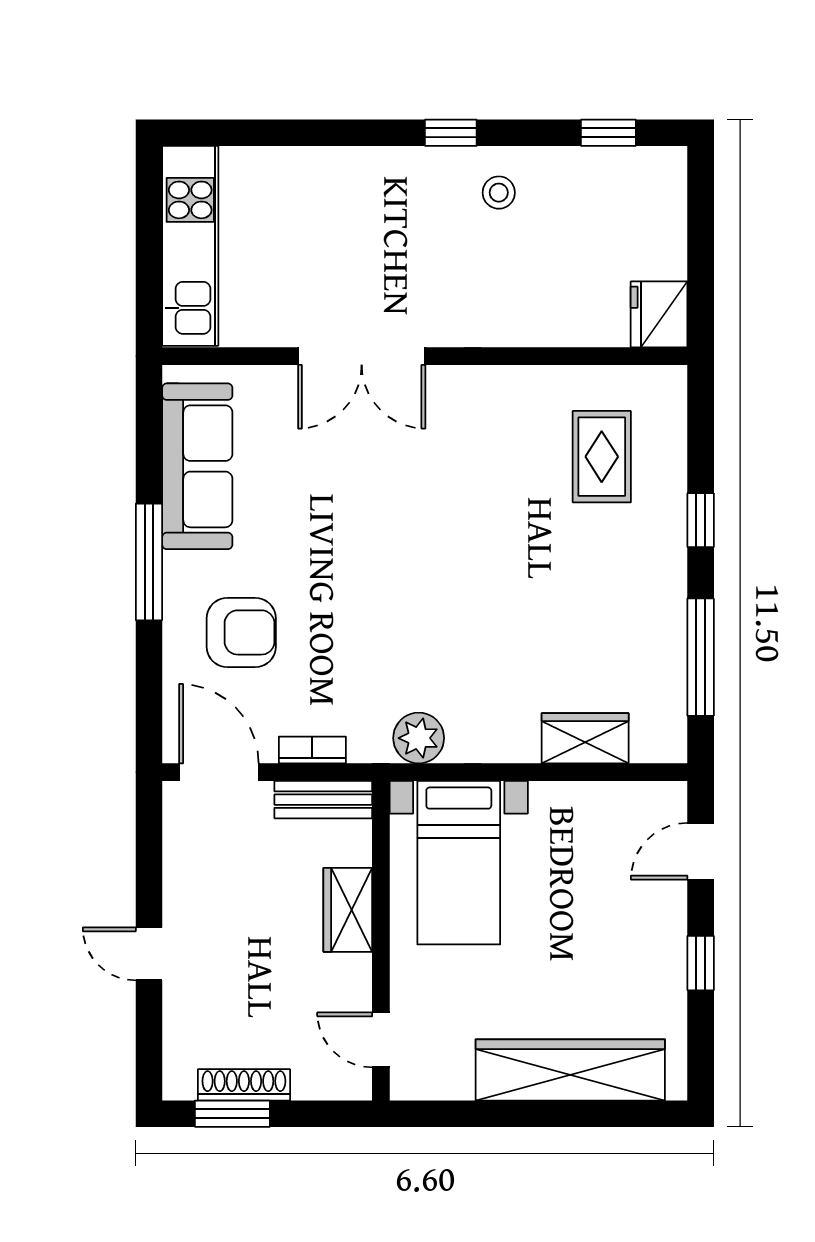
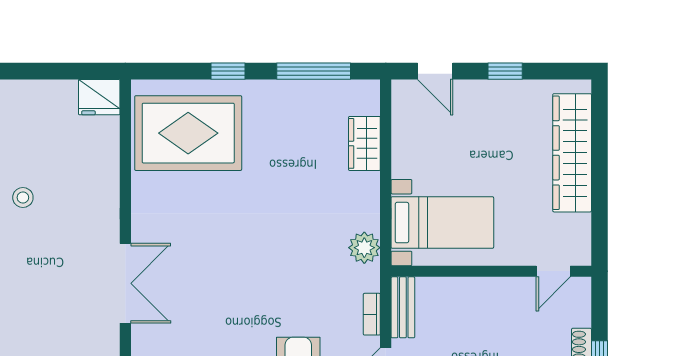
rug: (602, 457) -> (188, 133), width x1.86, depth x2.06
wardrobe: (348, 910) -> (472, 292), removed

